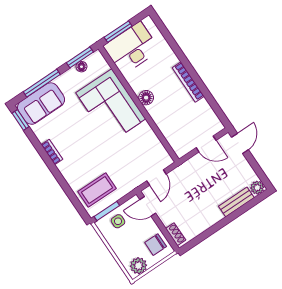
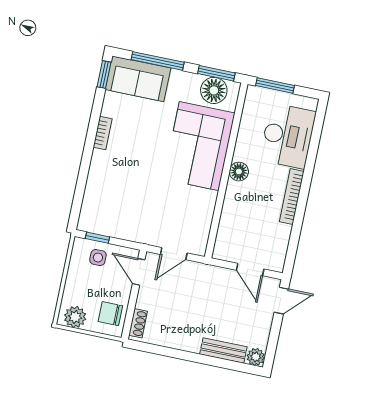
desk: (131, 48) -> (288, 136), moved, turned 90
floor lamp: (81, 67) -> (214, 90), width x1.89, depth x1.89
coffee table: (97, 190) -> (108, 209), removed
window: (107, 211) -> (97, 238), width x0.67

